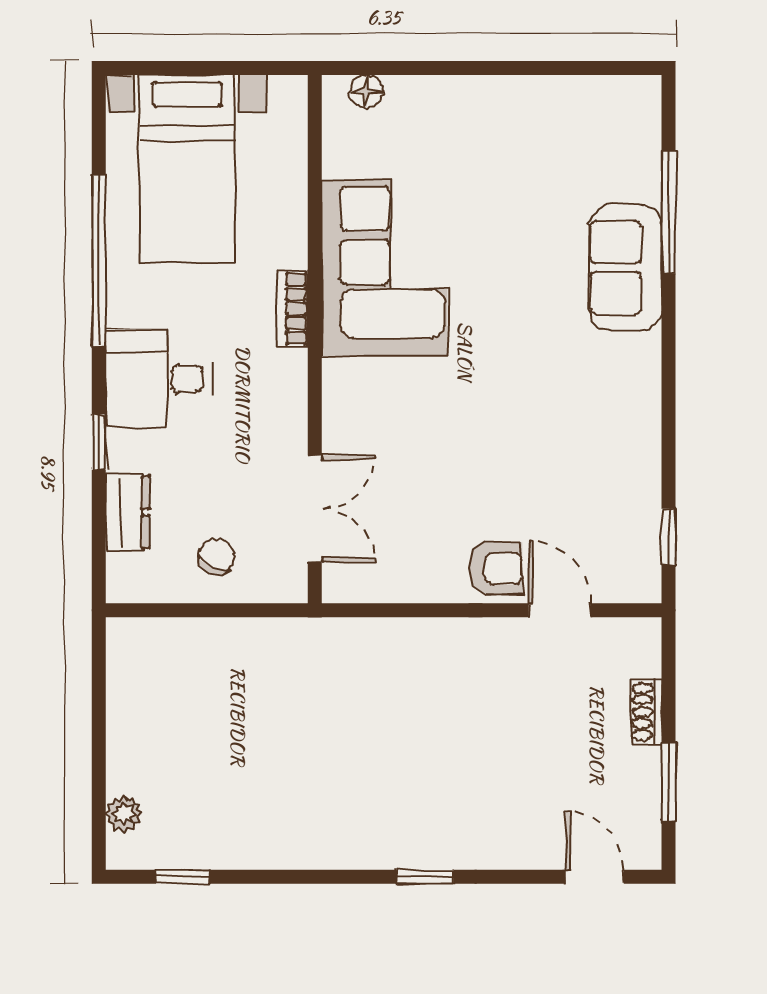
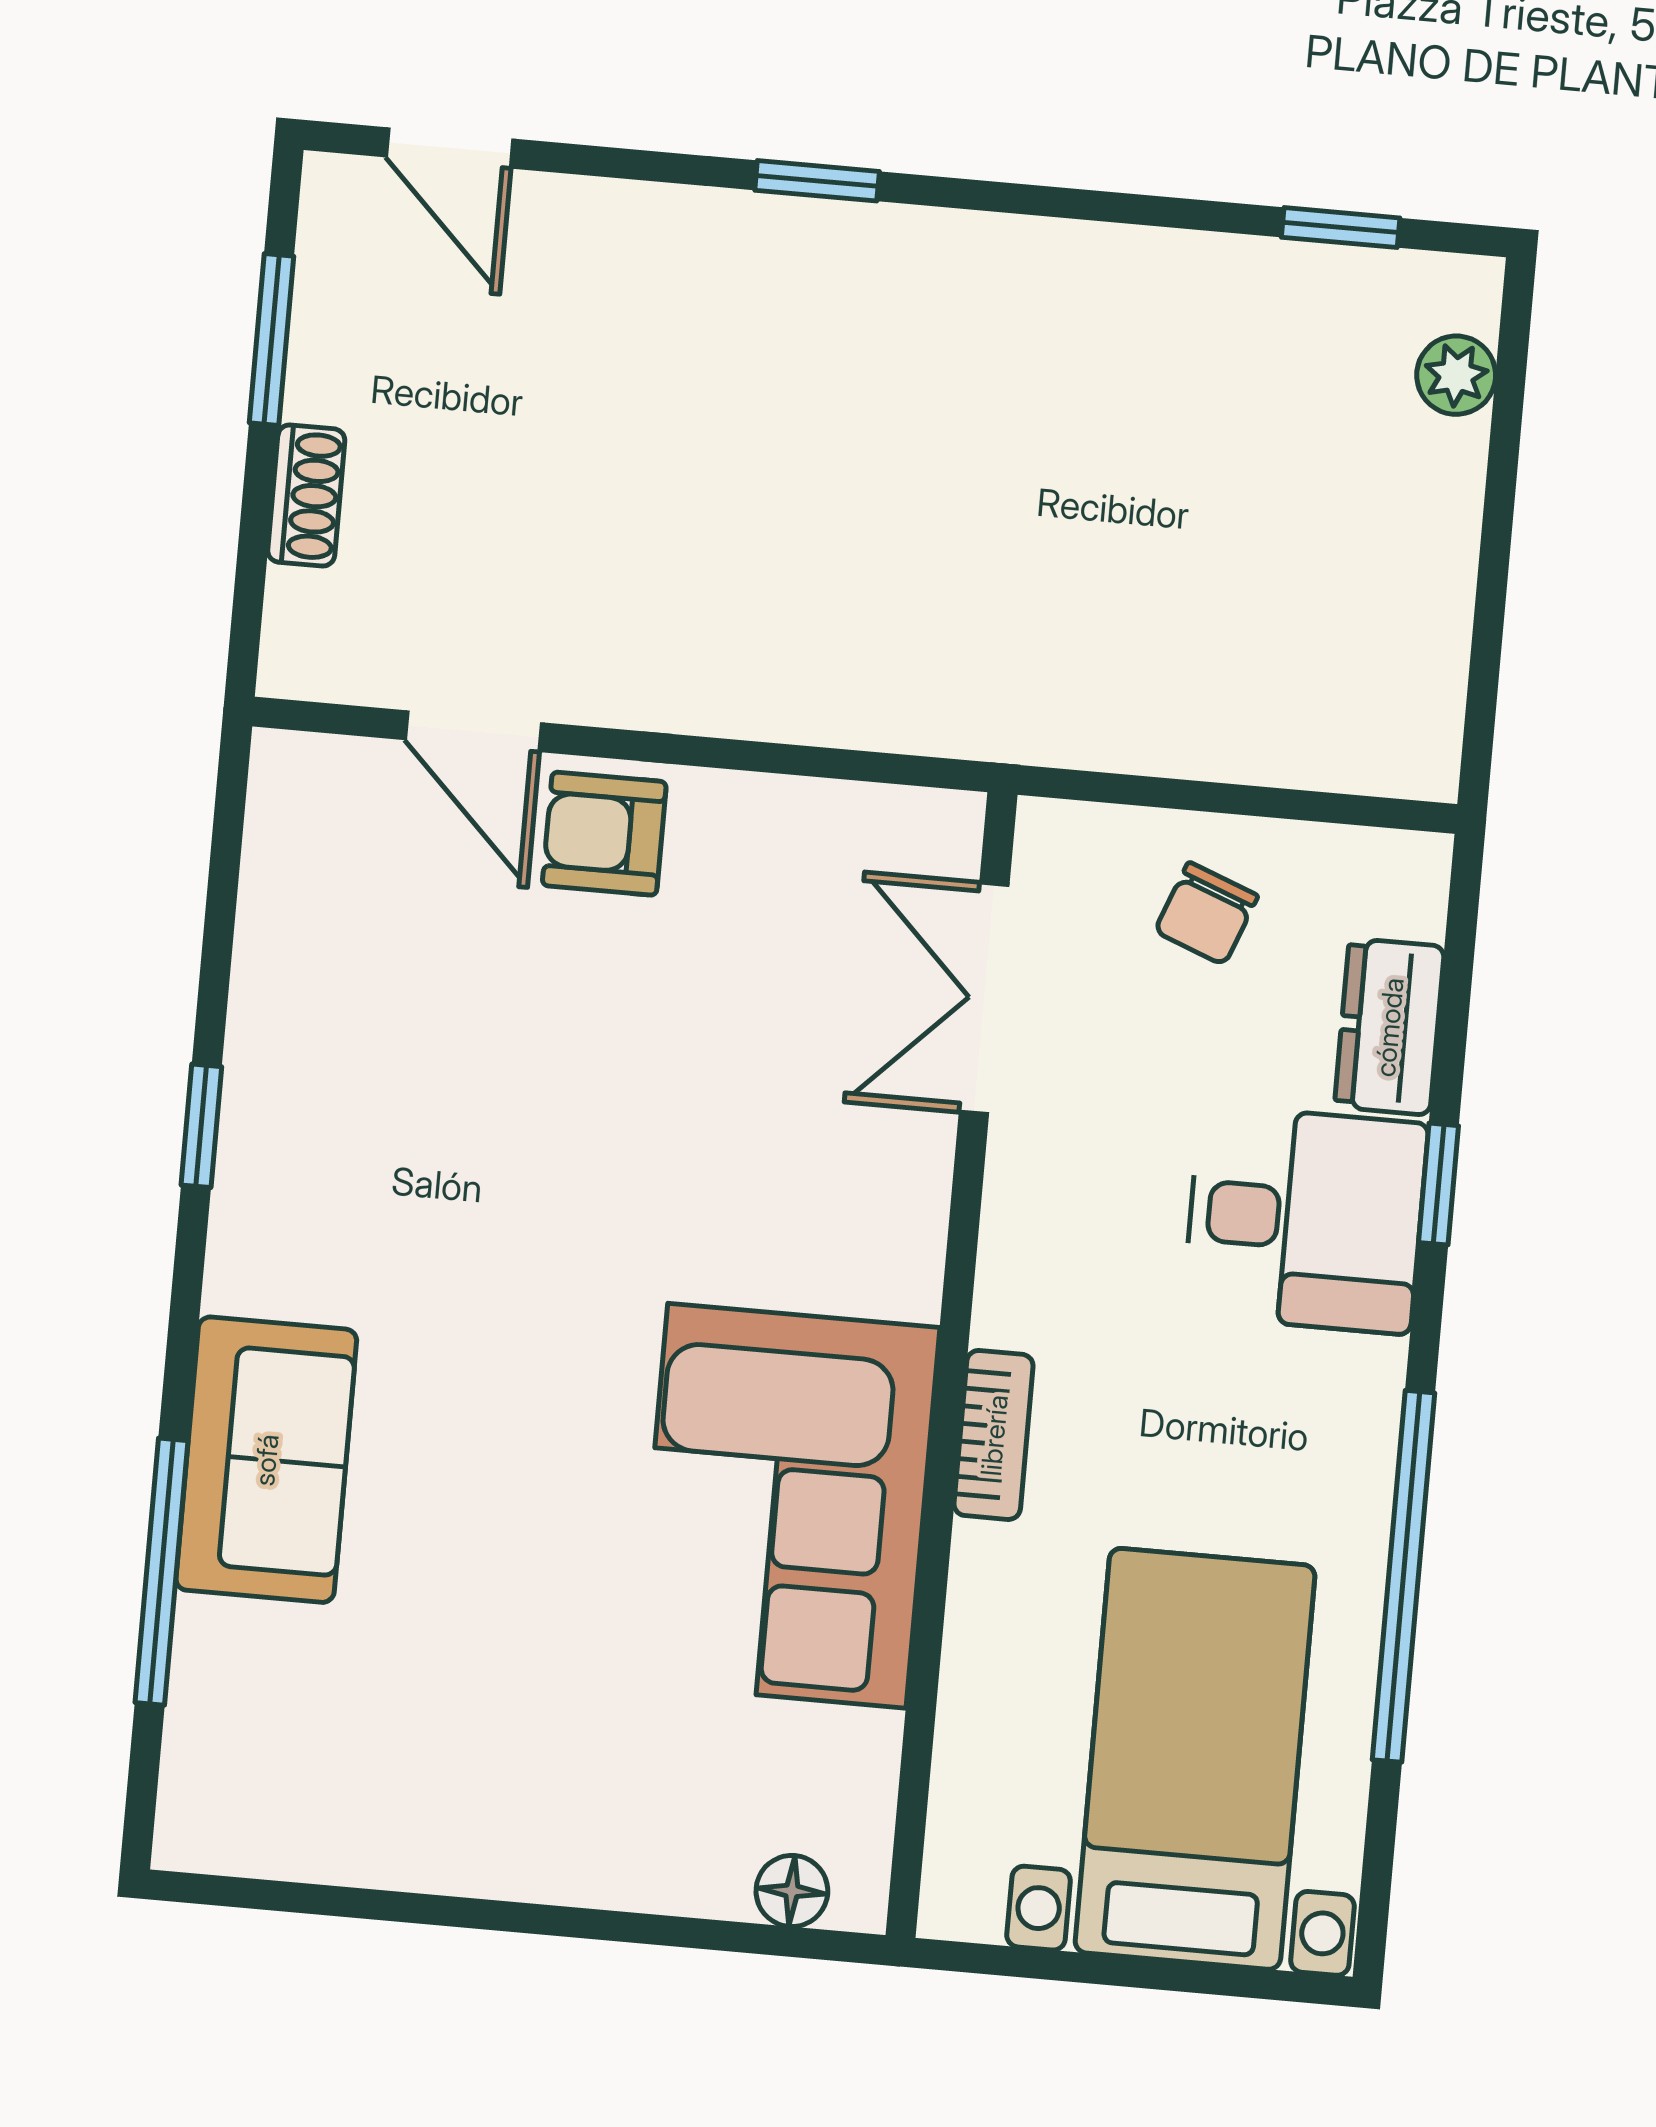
desk: (158, 378) -> (1305, 1219), moved
window: (669, 537) -> (201, 1126), moved

